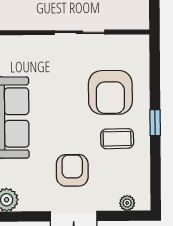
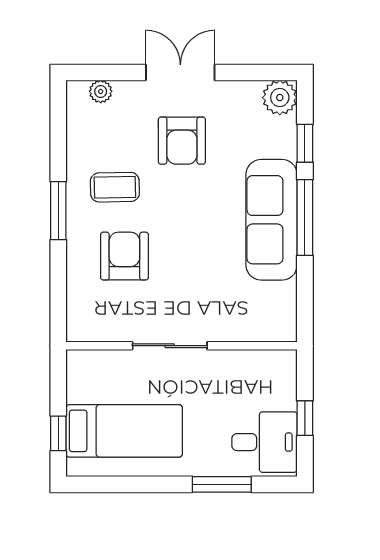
armchair: (110, 92) -> (124, 256), width x0.73, depth x0.73
window: (155, 123) -> (58, 211), width x1.50

